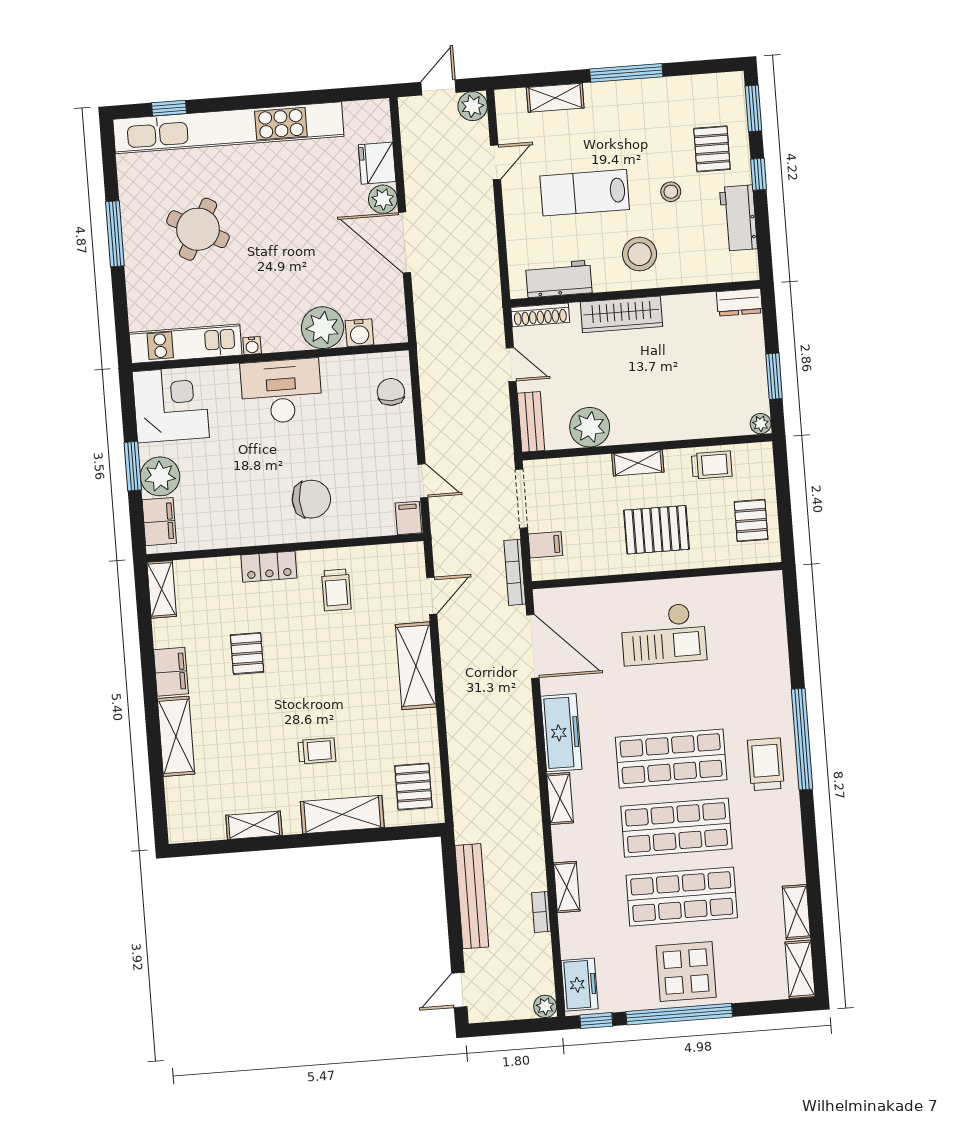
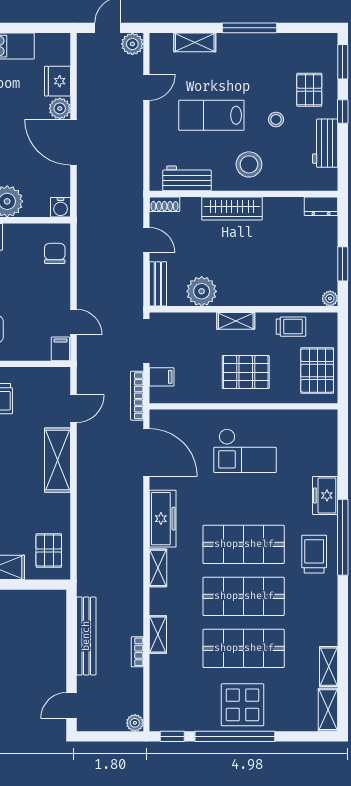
shoe rack: (540, 315) -> (165, 204), width x0.70
water cooler: (359, 333) -> (61, 207), moved
pallet: (751, 520) -> (317, 371), width x1.50, depth x1.42
freezer: (580, 985) -> (325, 495), moved, turned 180

